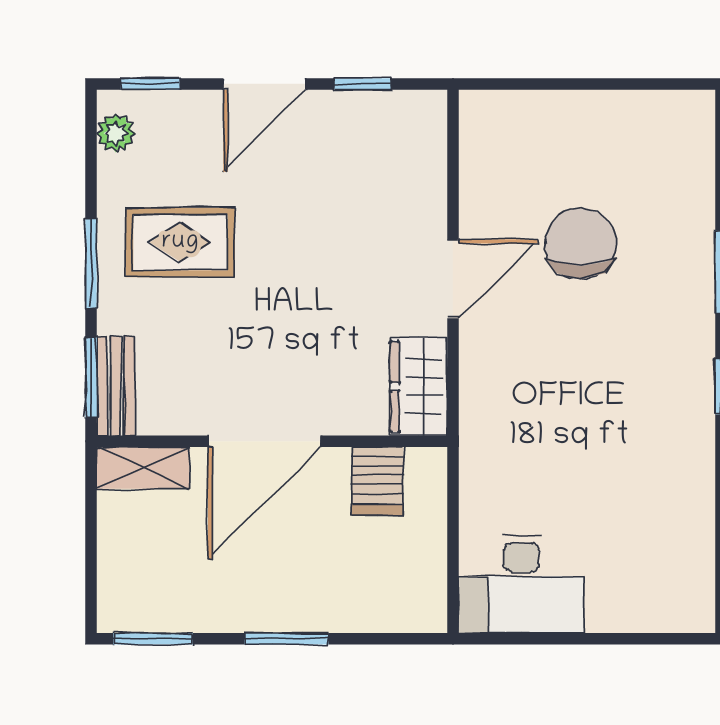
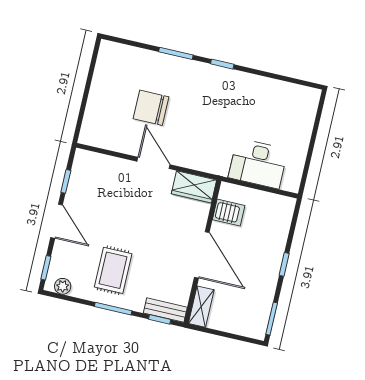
window: (91, 377) -> (160, 319), width x0.67
desk: (521, 584) -> (258, 164), moved, turned 90
window: (286, 639) -> (284, 264), width x0.67

